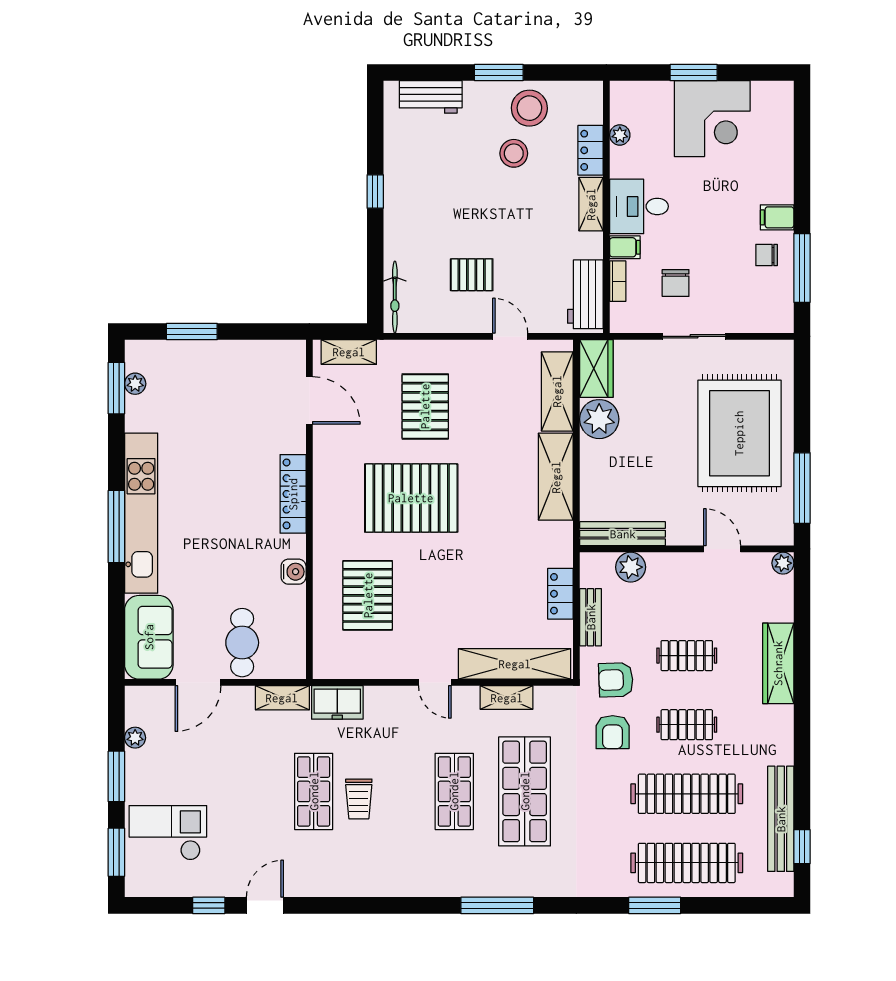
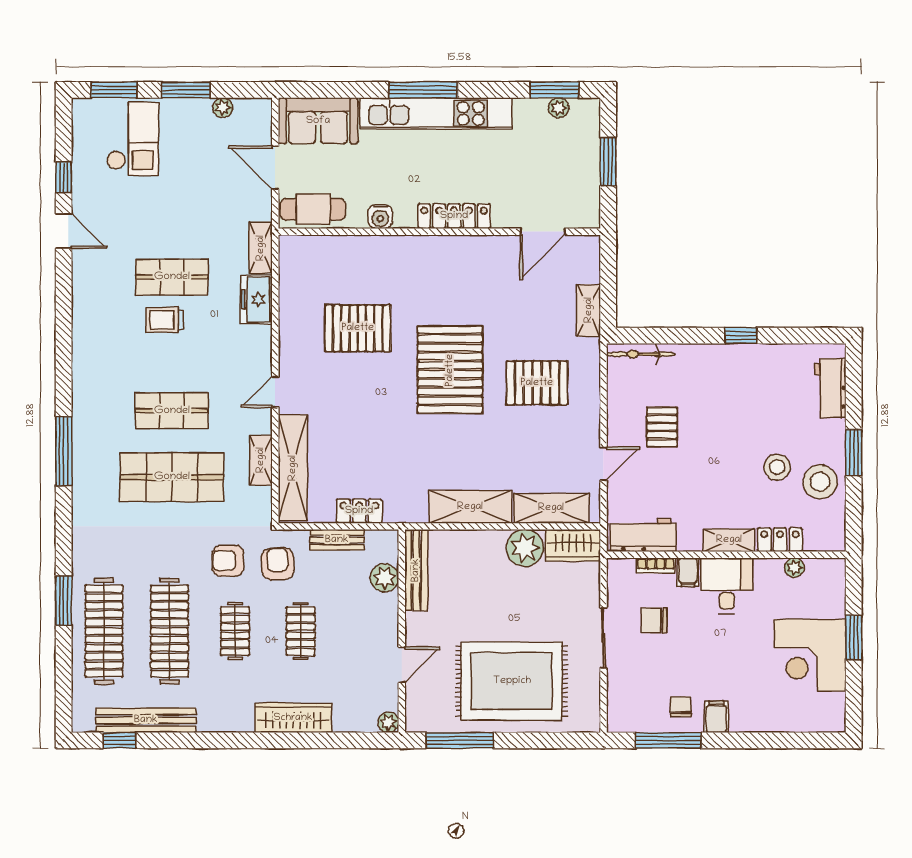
door: (309, 400) -> (543, 232), moved
locker: (293, 494) -> (454, 216), moved
wall: (309, 509) -> (439, 232), moved
water cooler: (294, 572) -> (380, 217), moved

